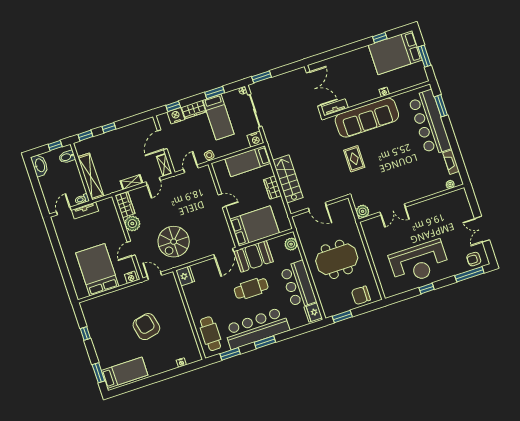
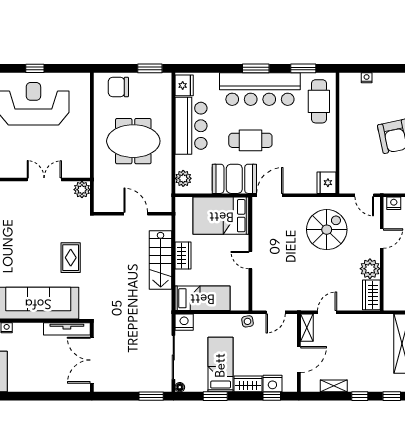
tv unit: (335, 107) -> (67, 329), width x1.41
shelving: (131, 182) -> (334, 386), moved
chair: (361, 295) -> (118, 87), turned 180

